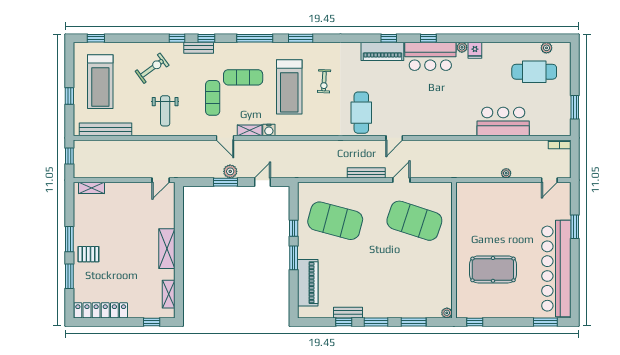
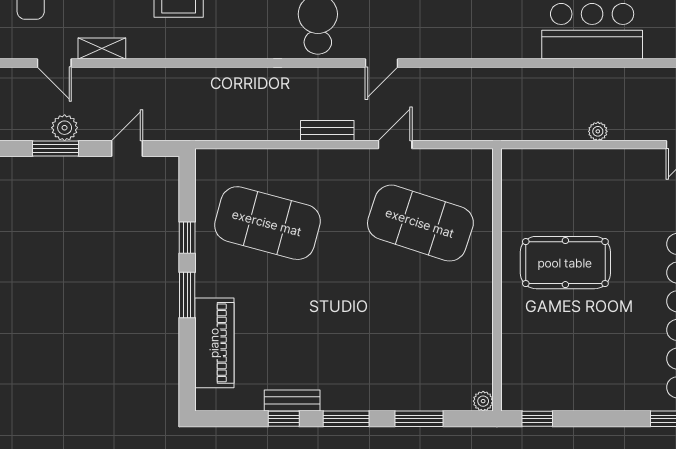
water cooler: (269, 130) -> (139, 48), removed
bench: (366, 173) -> (327, 131), width x0.73
pool table: (493, 269) -> (565, 263), moved

